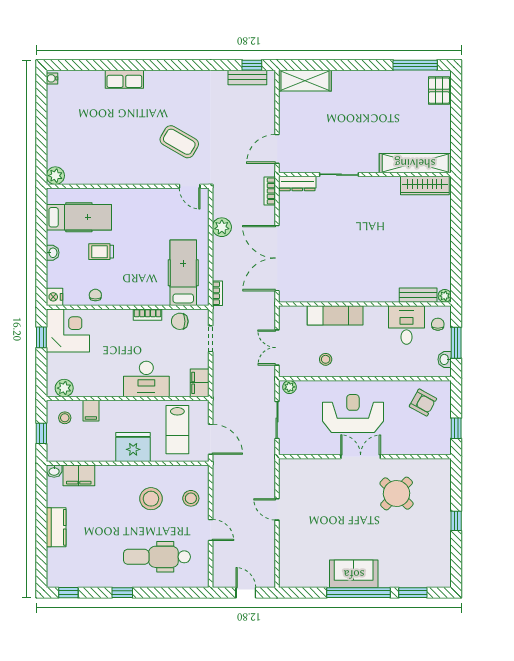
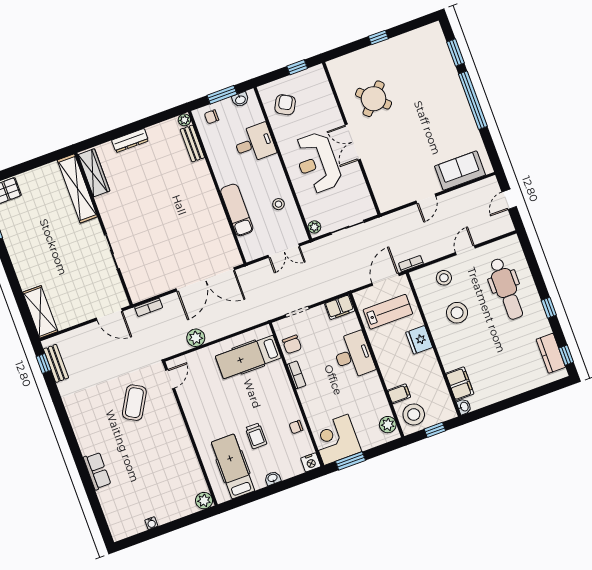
water cooler: (52, 78) -> (151, 523), moved
dresser: (297, 184) -> (130, 141), moved, turned 90
bookcase: (217, 293) -> (411, 264), moved
desk: (407, 325) -> (255, 143), moved, turned 180
window: (41, 337) -> (350, 461), width x1.50
stool: (65, 418) -> (414, 414), width x1.89, depth x1.89
fridge: (133, 447) -> (419, 340), width x0.73, depth x0.75
kitchen counter: (56, 527) -> (551, 353), moved, turned -90
sofa: (354, 574) -> (460, 171), moved, turned 90

